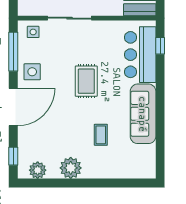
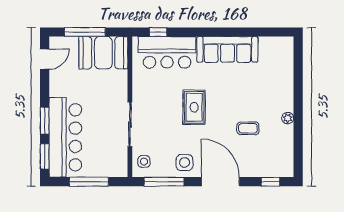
rug: (86, 81) -> (194, 107), turned 90
coffee table: (101, 135) -> (248, 128), moved
plant: (71, 168) -> (288, 118), width x0.53, depth x0.53
plant: (38, 170) -> (285, 157), removed

